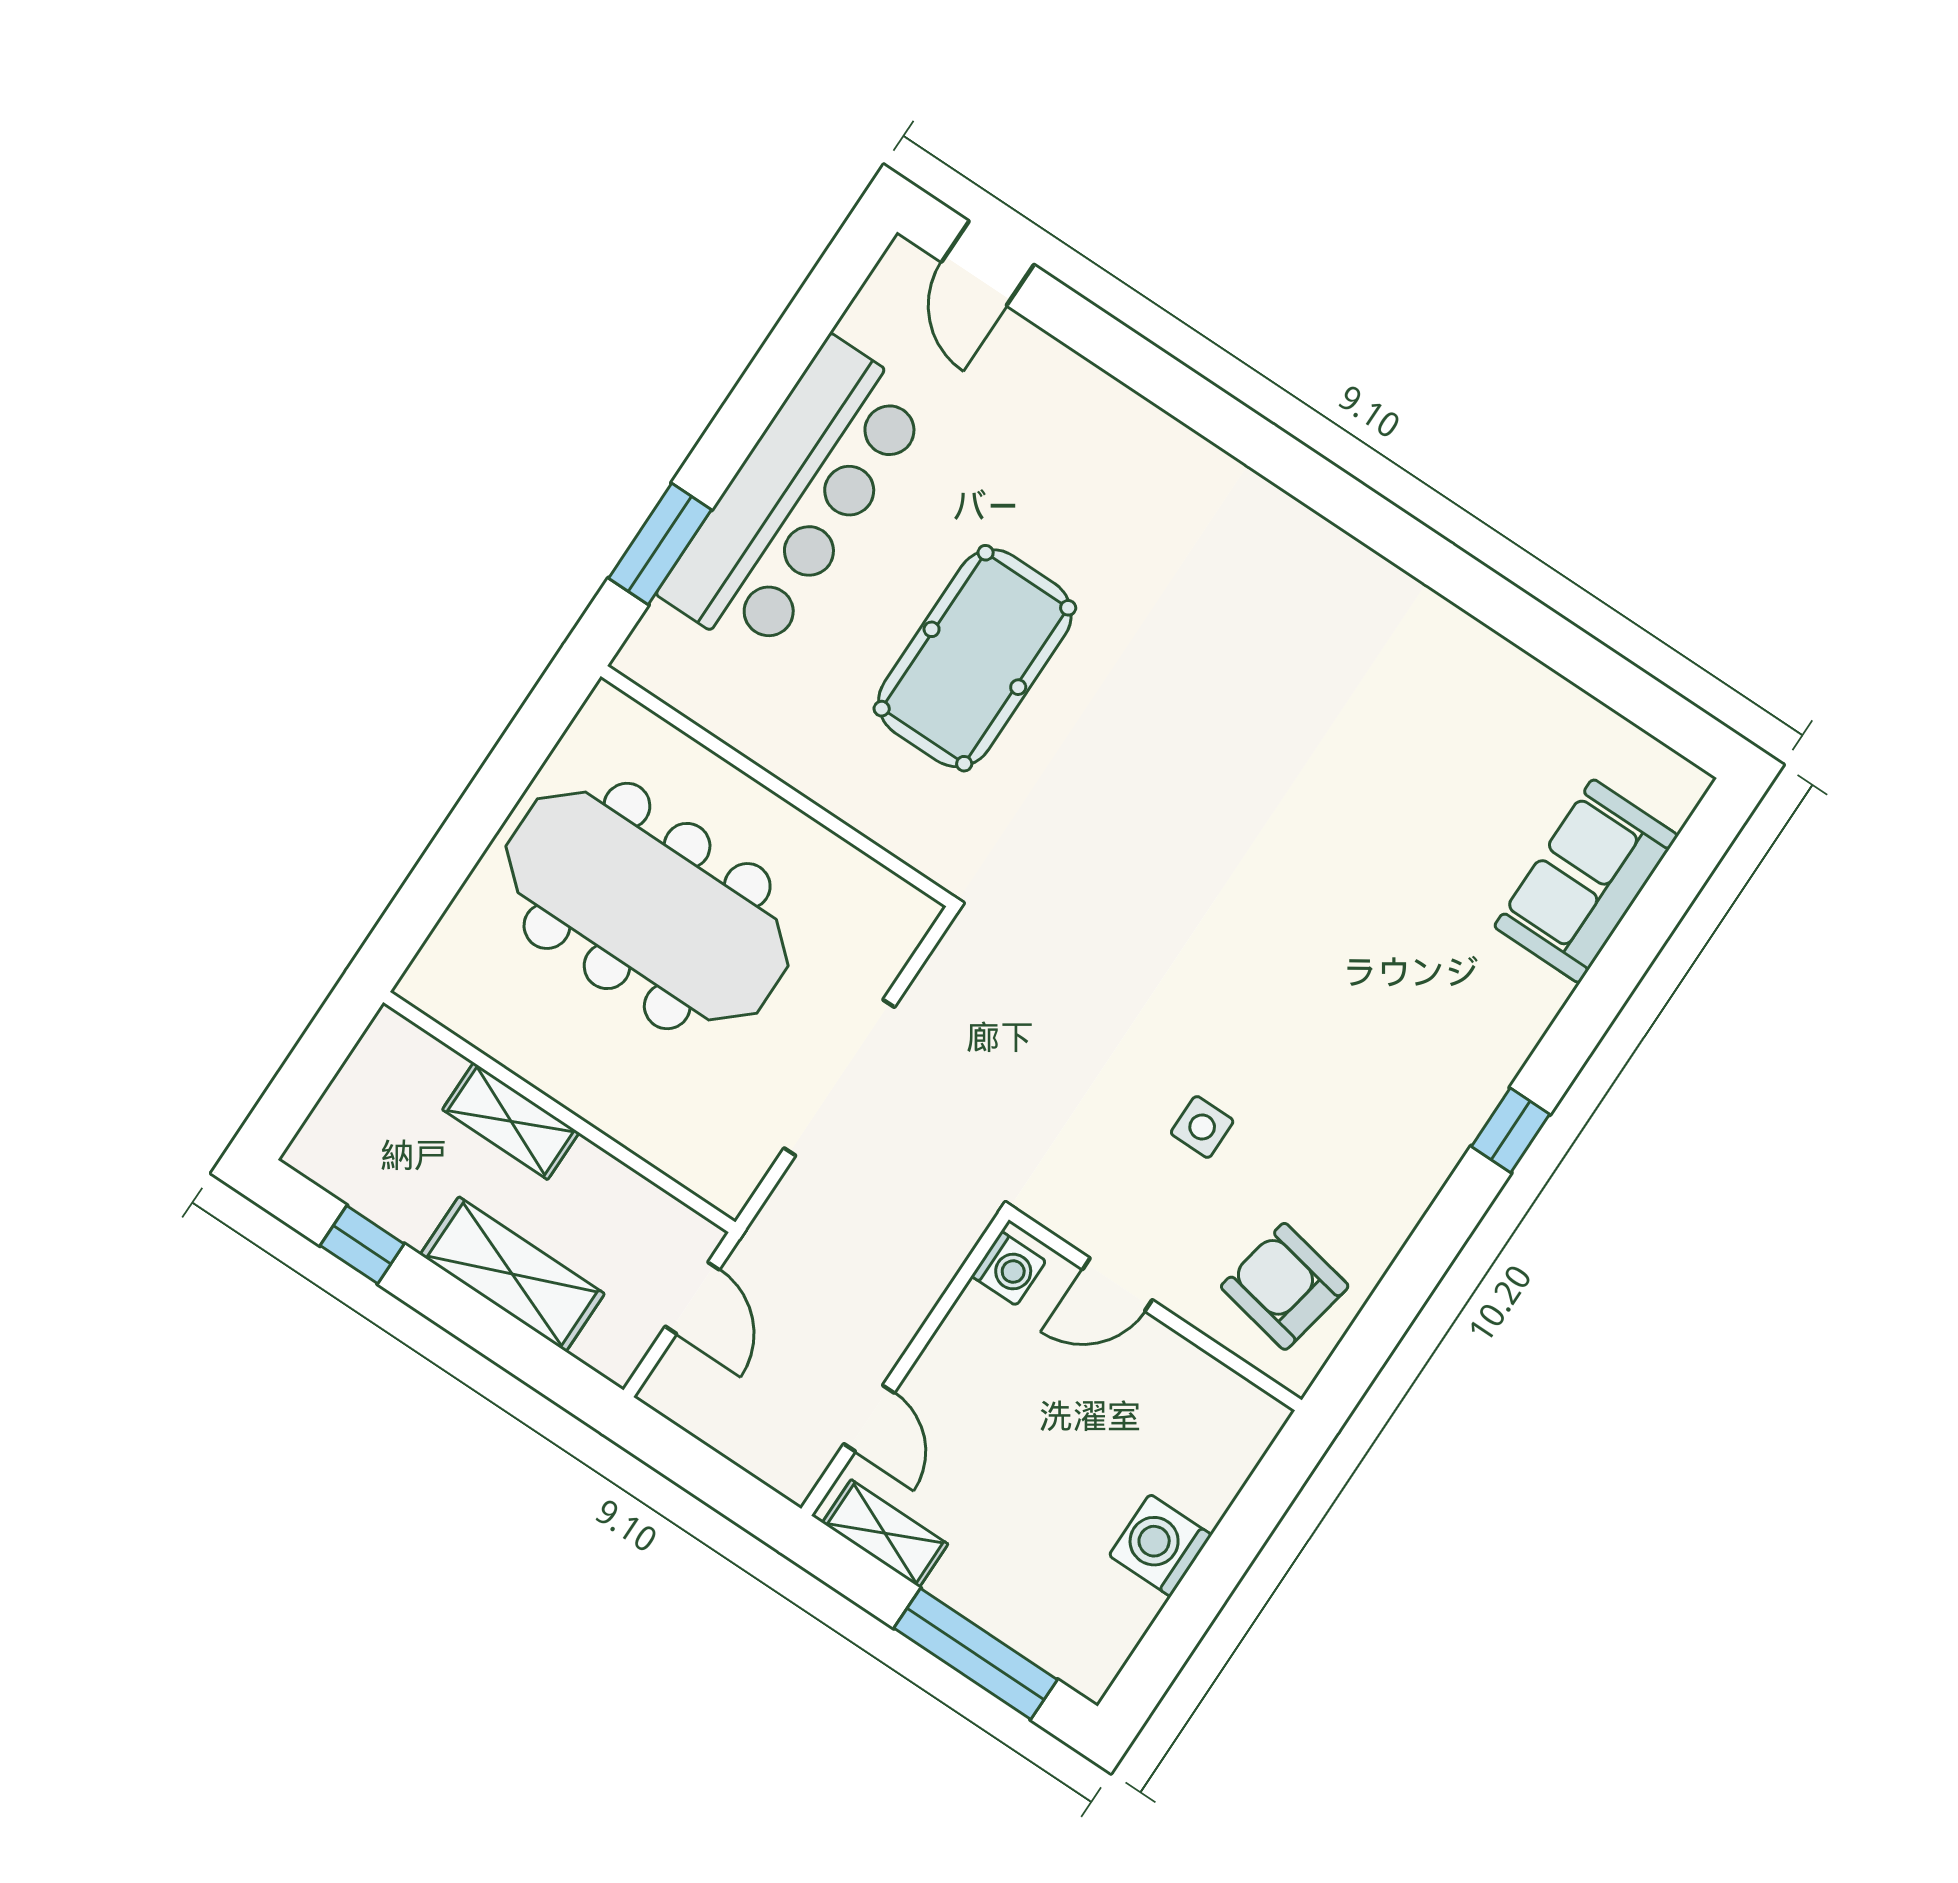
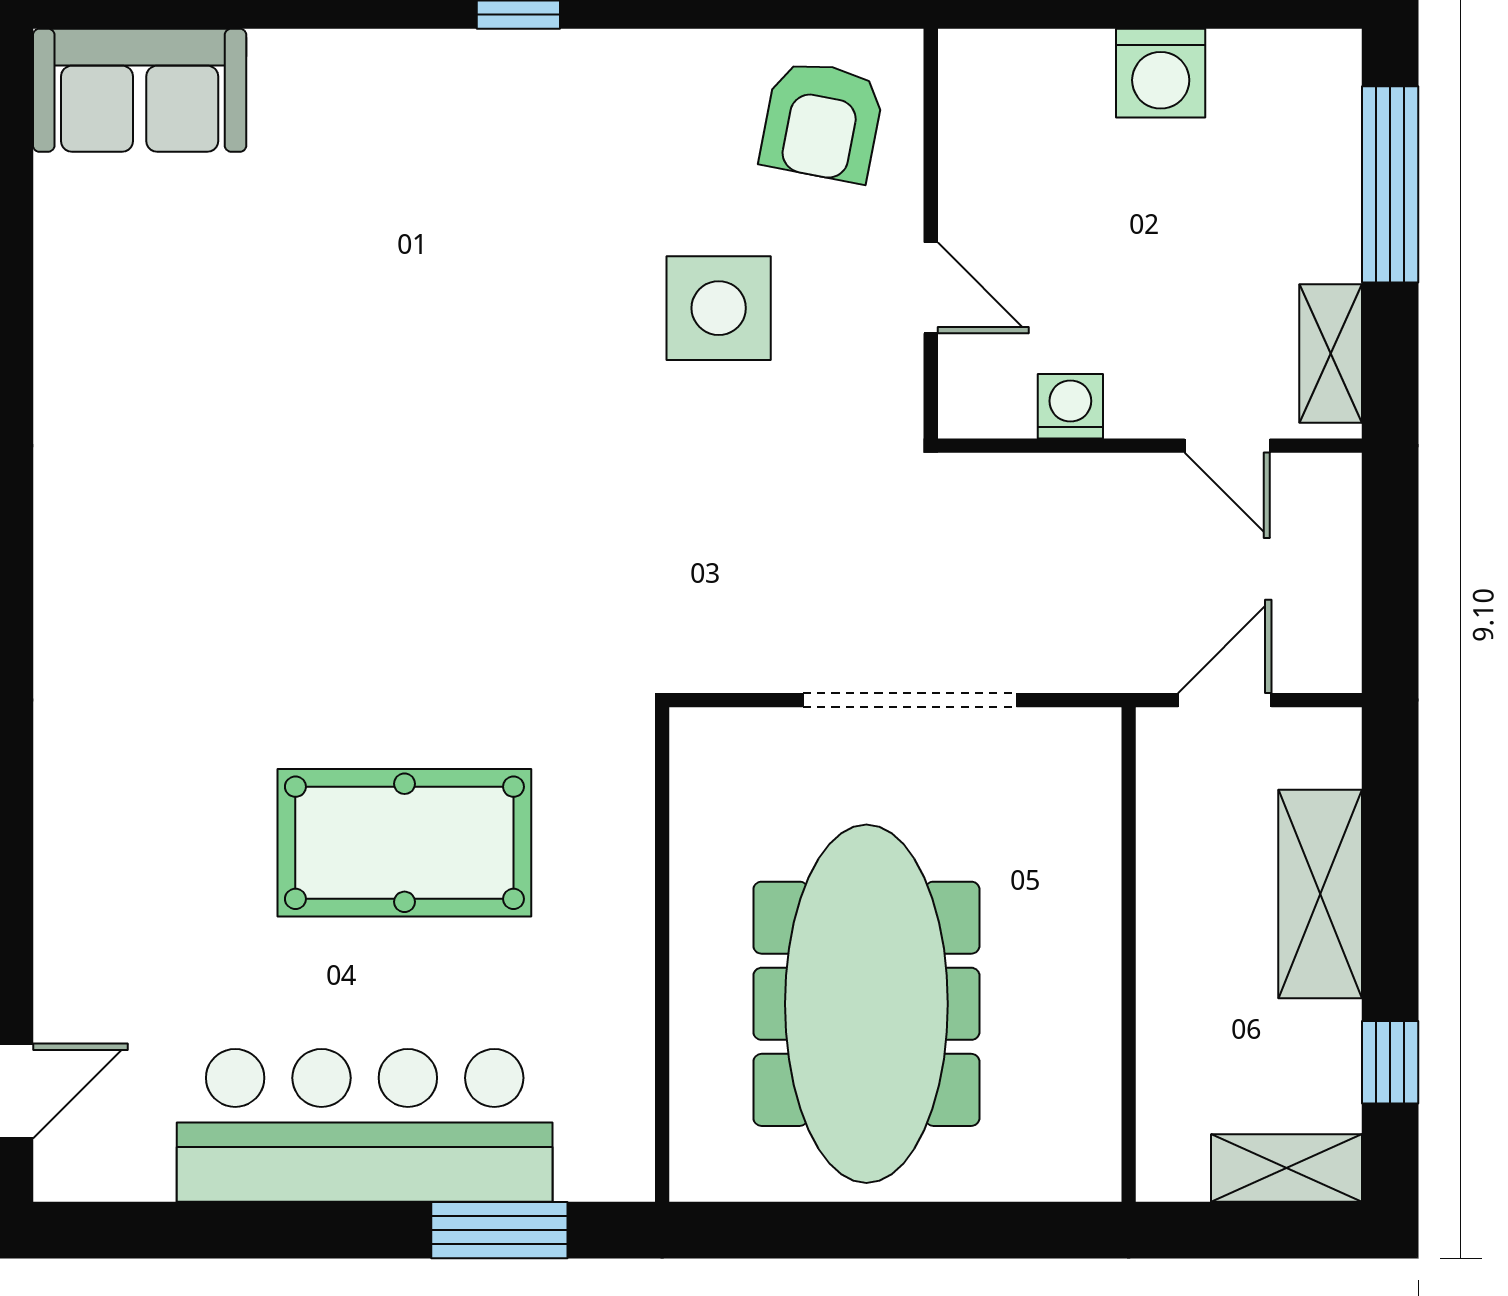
sofa: (1586, 881) -> (140, 90), moved
shelving: (511, 1121) -> (1286, 1168), moved, turned 90
side table: (1202, 1127) -> (719, 308), width x1.87, depth x1.87
washing machine: (1009, 1268) -> (1070, 406), moved
door: (869, 1418) -> (1227, 446), swing flipped

